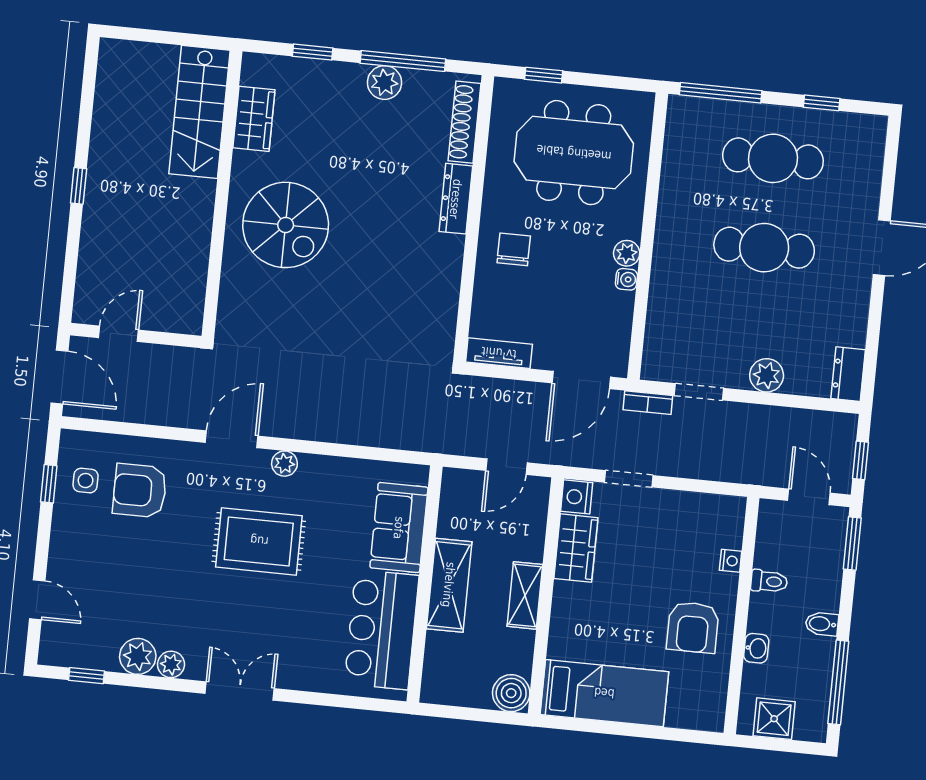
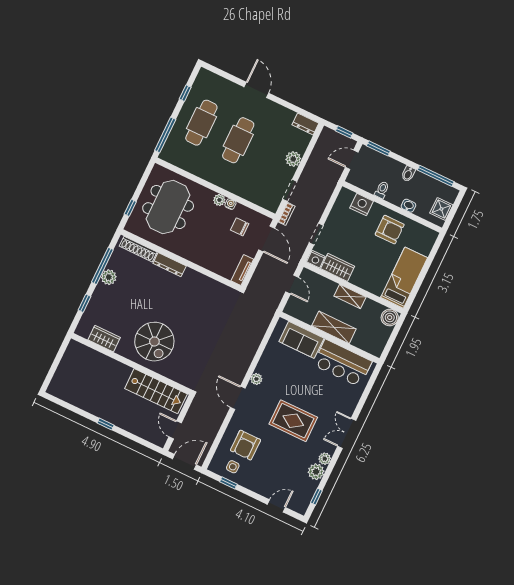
stairs: (199, 112) -> (156, 391), moved
spiral stairs: (286, 225) -> (154, 342), turned 90
chair: (514, 249) -> (240, 227), moved
rug: (259, 541) -> (293, 421), moved, turned 90
nightstand: (731, 561) -> (362, 205), width x1.89, depth x1.79

